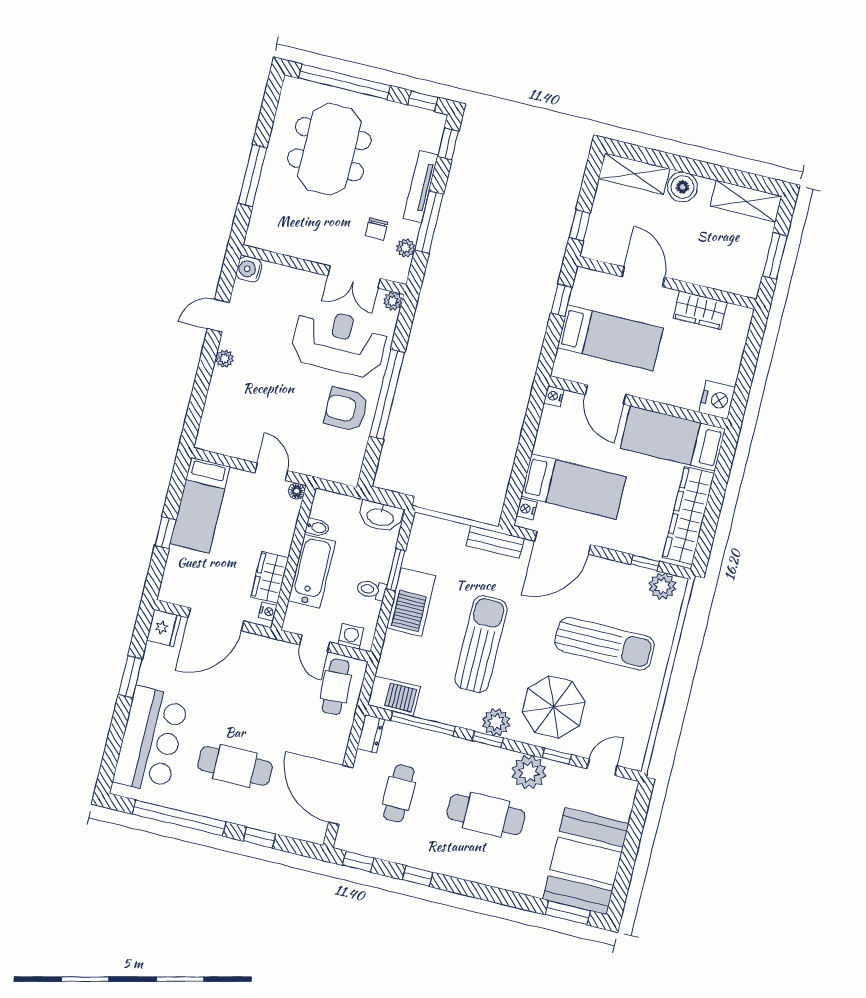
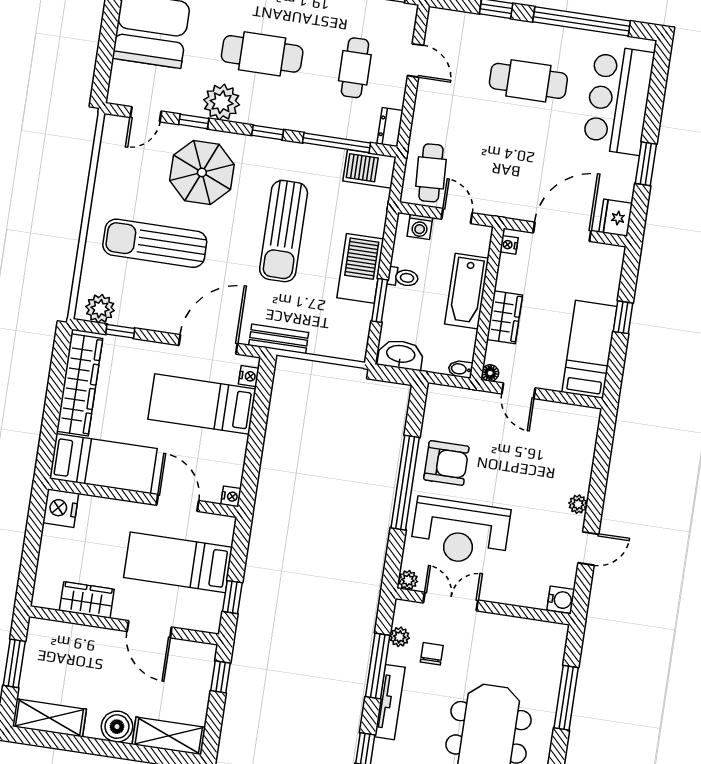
bidet: (317, 527) -> (460, 369), moved
wardrobe: (270, 577) -> (505, 317), moved
plant: (496, 722) -> (260, 151), removed
door: (341, 795) -> (415, 60), width x0.53

